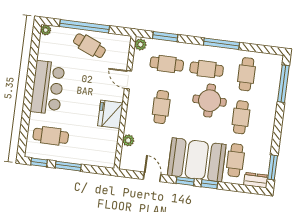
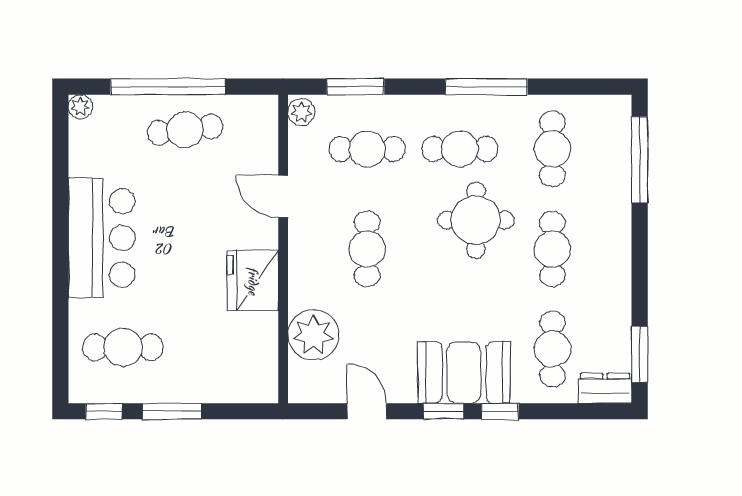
cafe table: (89, 46) -> (185, 130), turned -30
plant: (128, 140) -> (313, 335), width x1.87, depth x1.87
booth: (197, 160) -> (464, 372), width x0.73, depth x0.70

